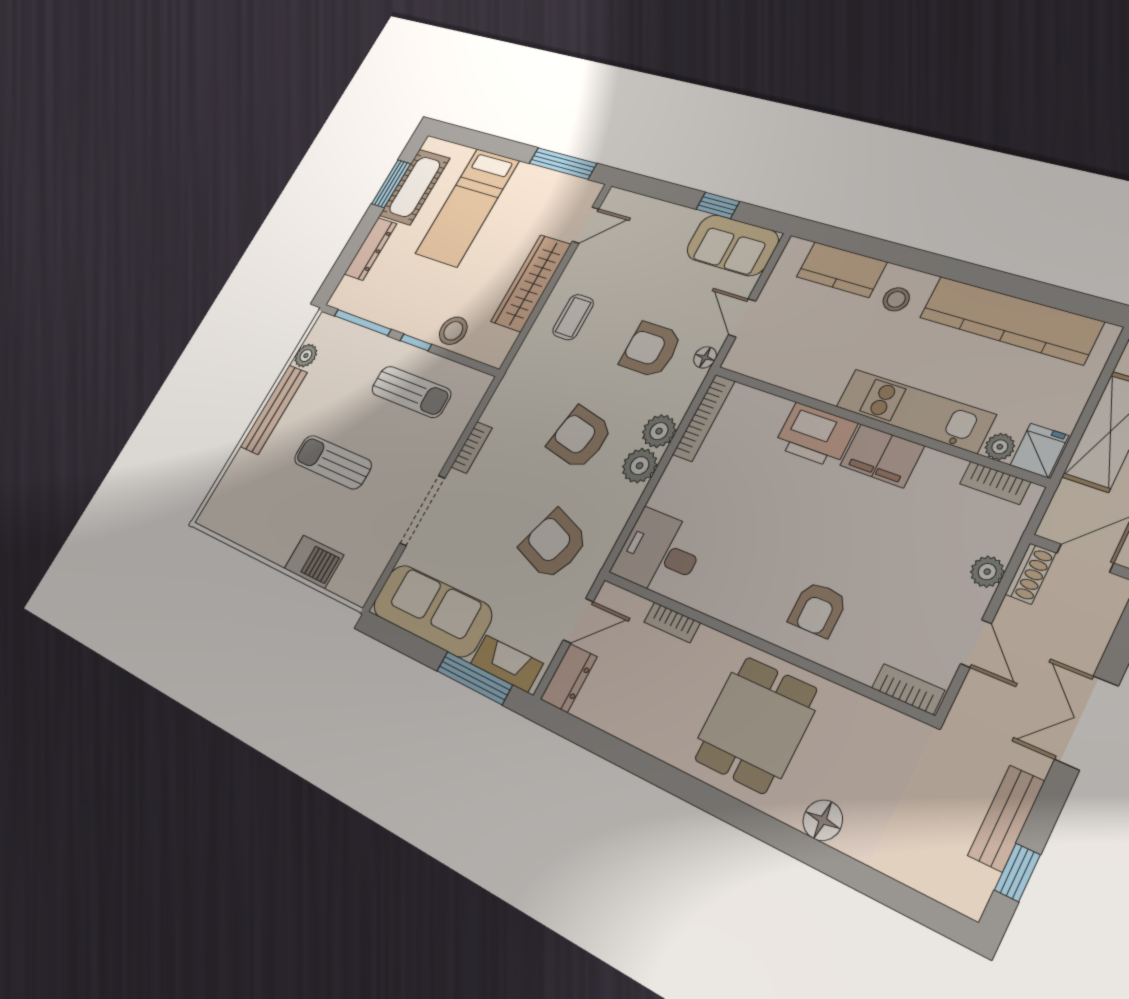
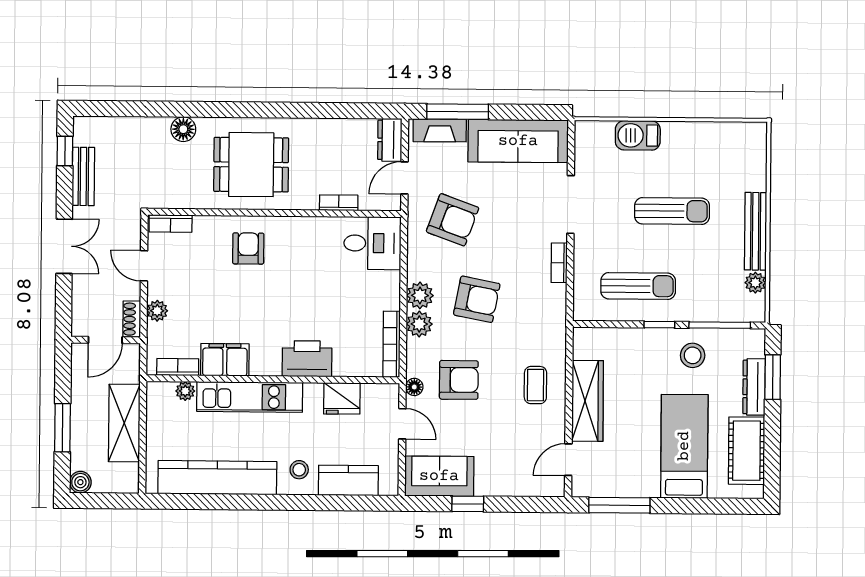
window: (391, 184) -> (773, 377), moved
stool: (453, 331) -> (693, 355), moved
sun lounger: (411, 392) -> (638, 286), turned 180
fridge: (1039, 450) -> (342, 398), moved, width x1.38
filing cabinet: (882, 456) -> (225, 360), moved
dining table: (756, 724) -> (251, 165), turned 90

